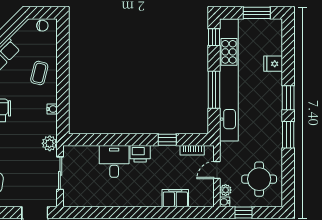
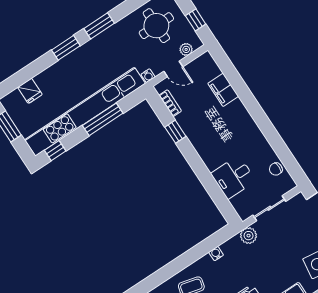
fridge: (273, 64) -> (30, 91), moved
printer: (140, 154) -> (204, 148), removed
desk: (114, 161) -> (233, 177), moved
chair: (87, 198) -> (276, 169), added
water cooler: (225, 202) -> (148, 76), moved

